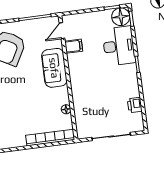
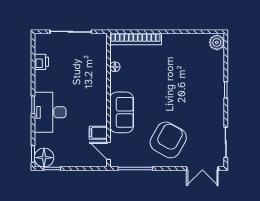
door: (62, 31) -> (108, 151), swing flipped
desk: (119, 46) -> (50, 112), moved

